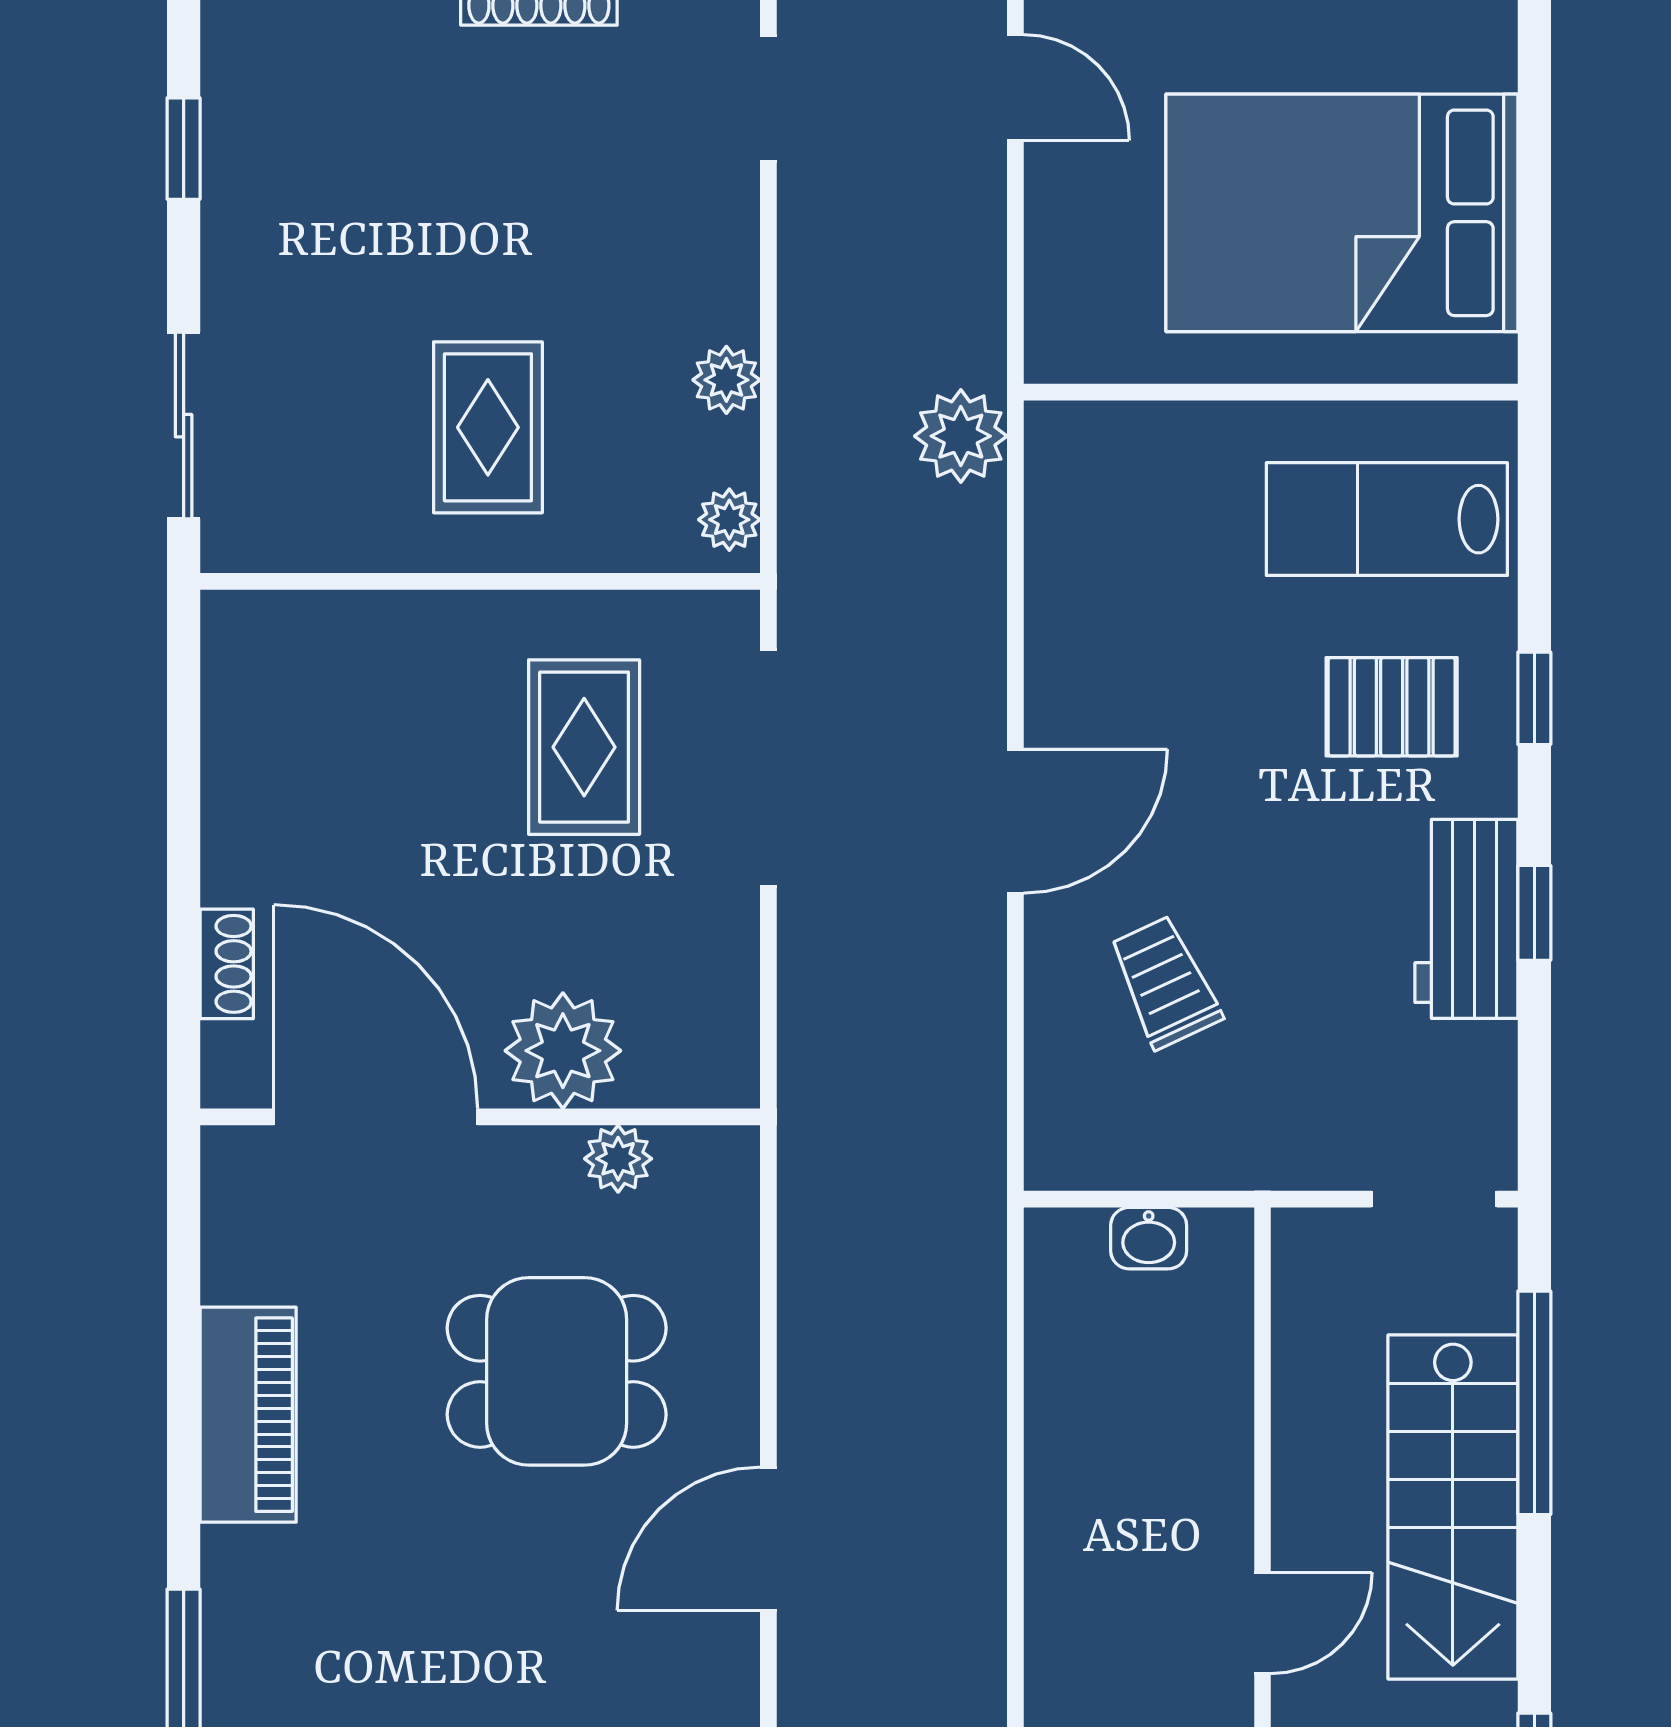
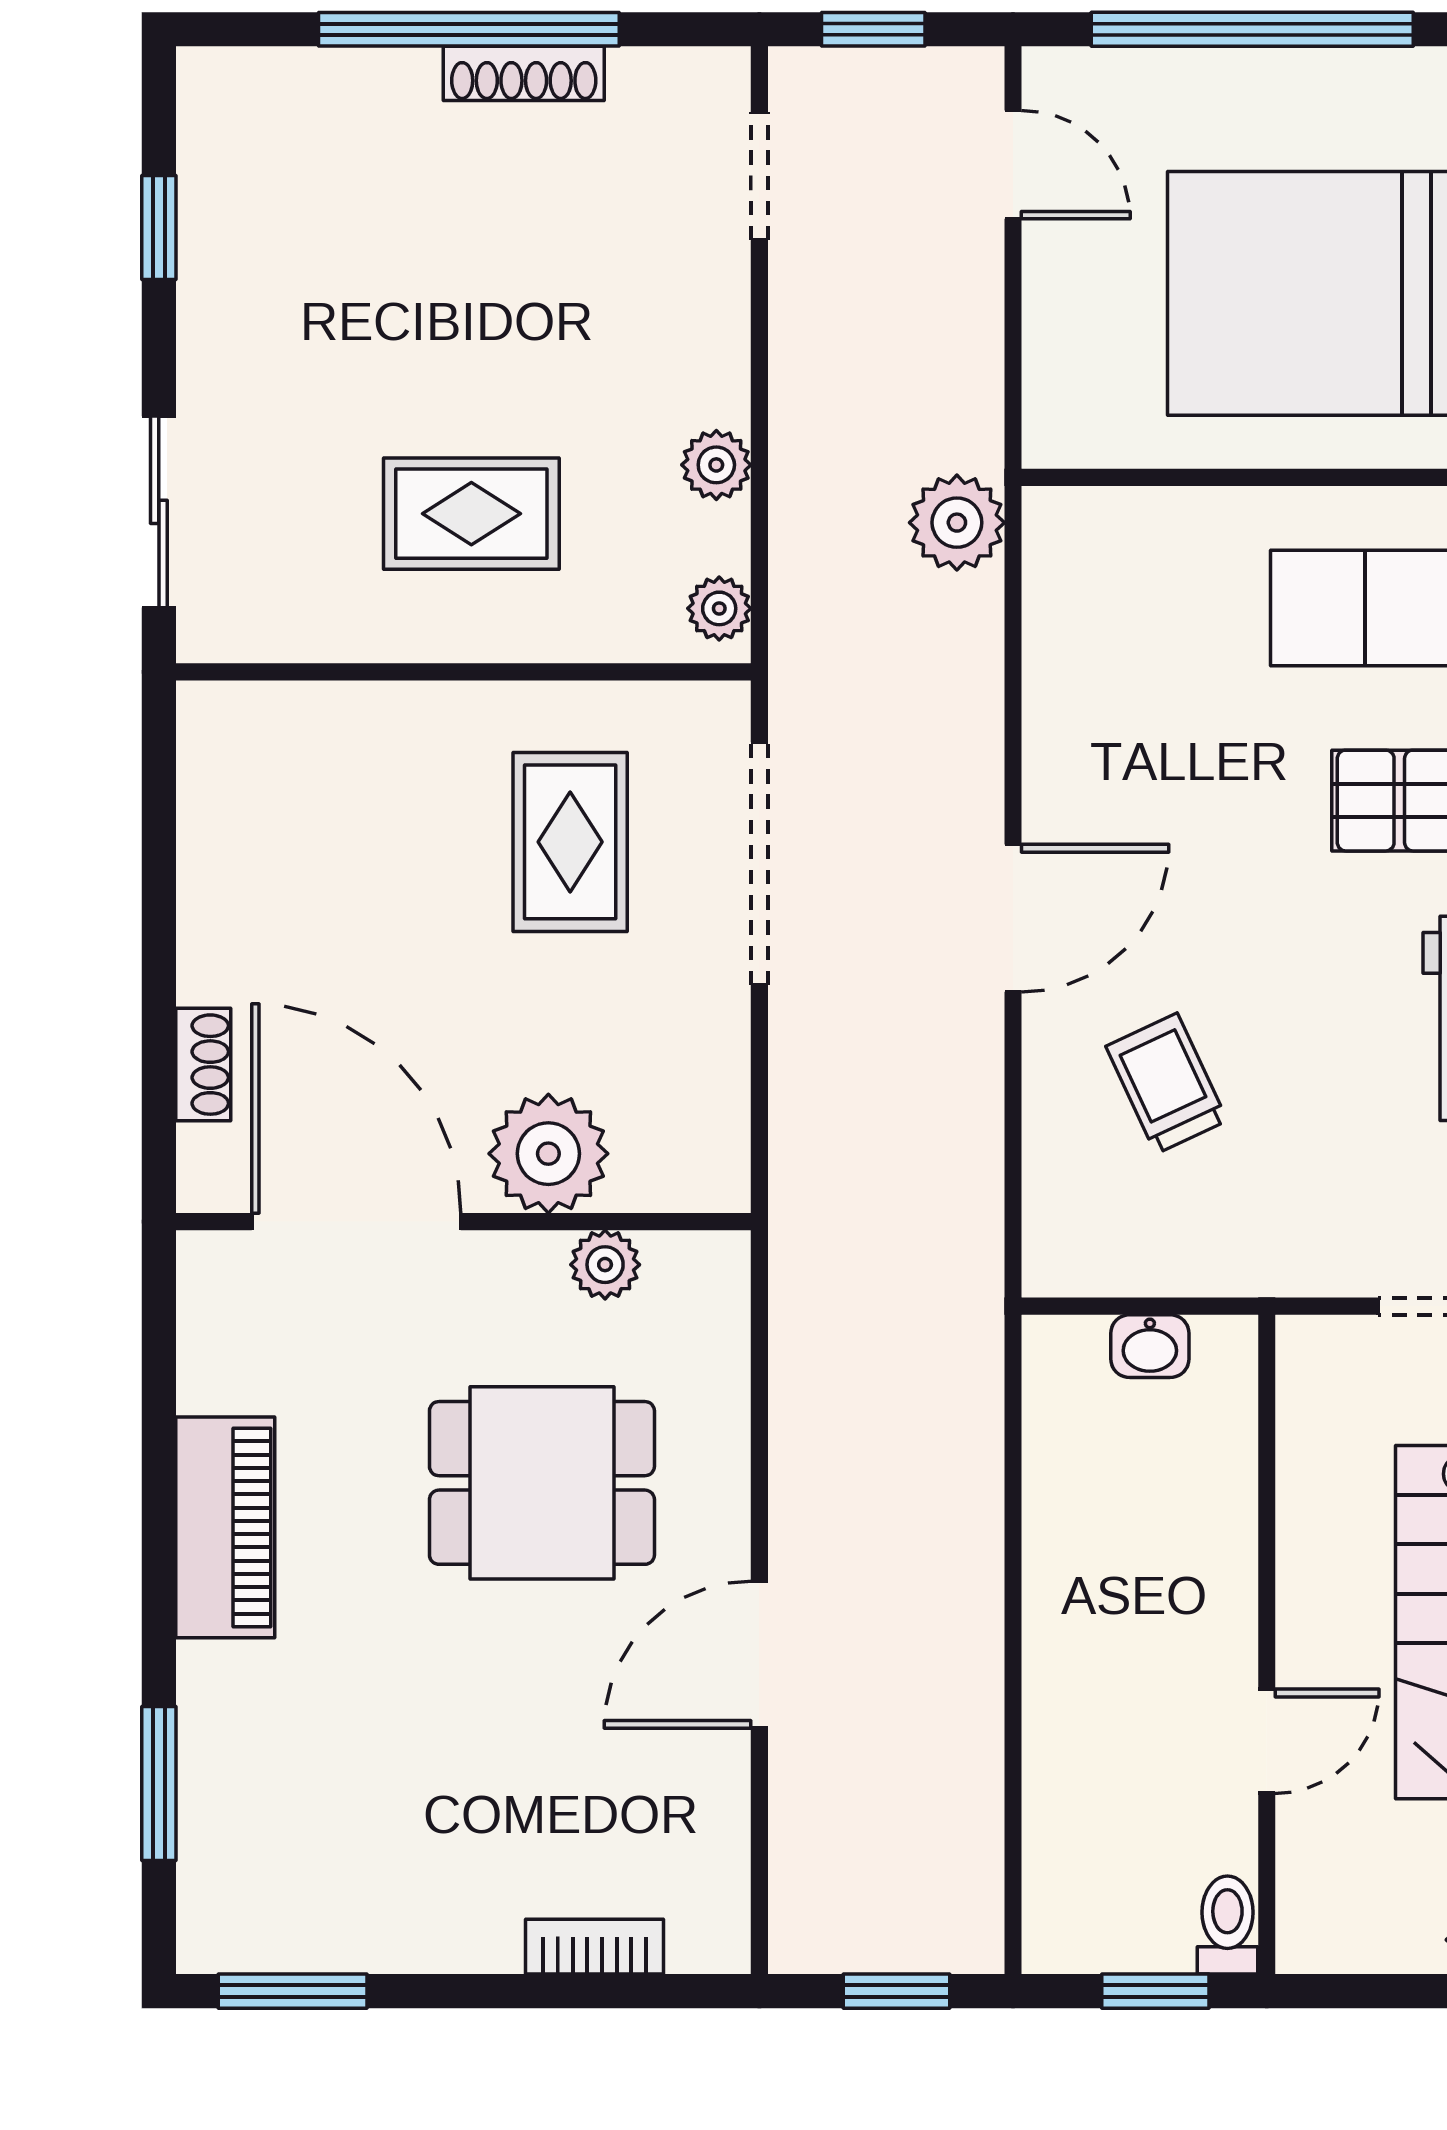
rug: (488, 427) -> (471, 514), turned 90

